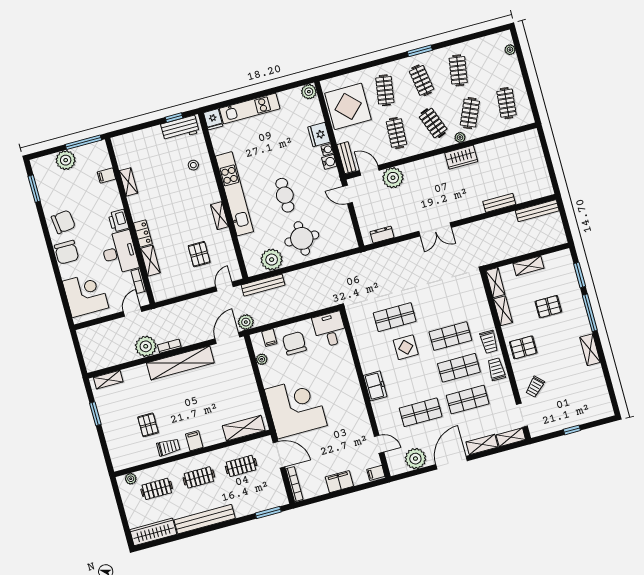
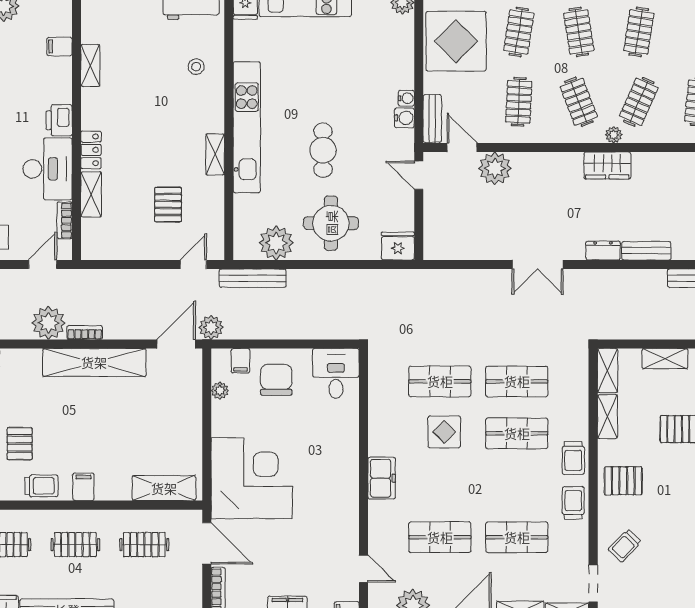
fridge: (319, 135) -> (398, 246), moved, turned 90
dresser: (382, 235) -> (603, 250), moved
shop shelf: (459, 368) -> (517, 381), moved

